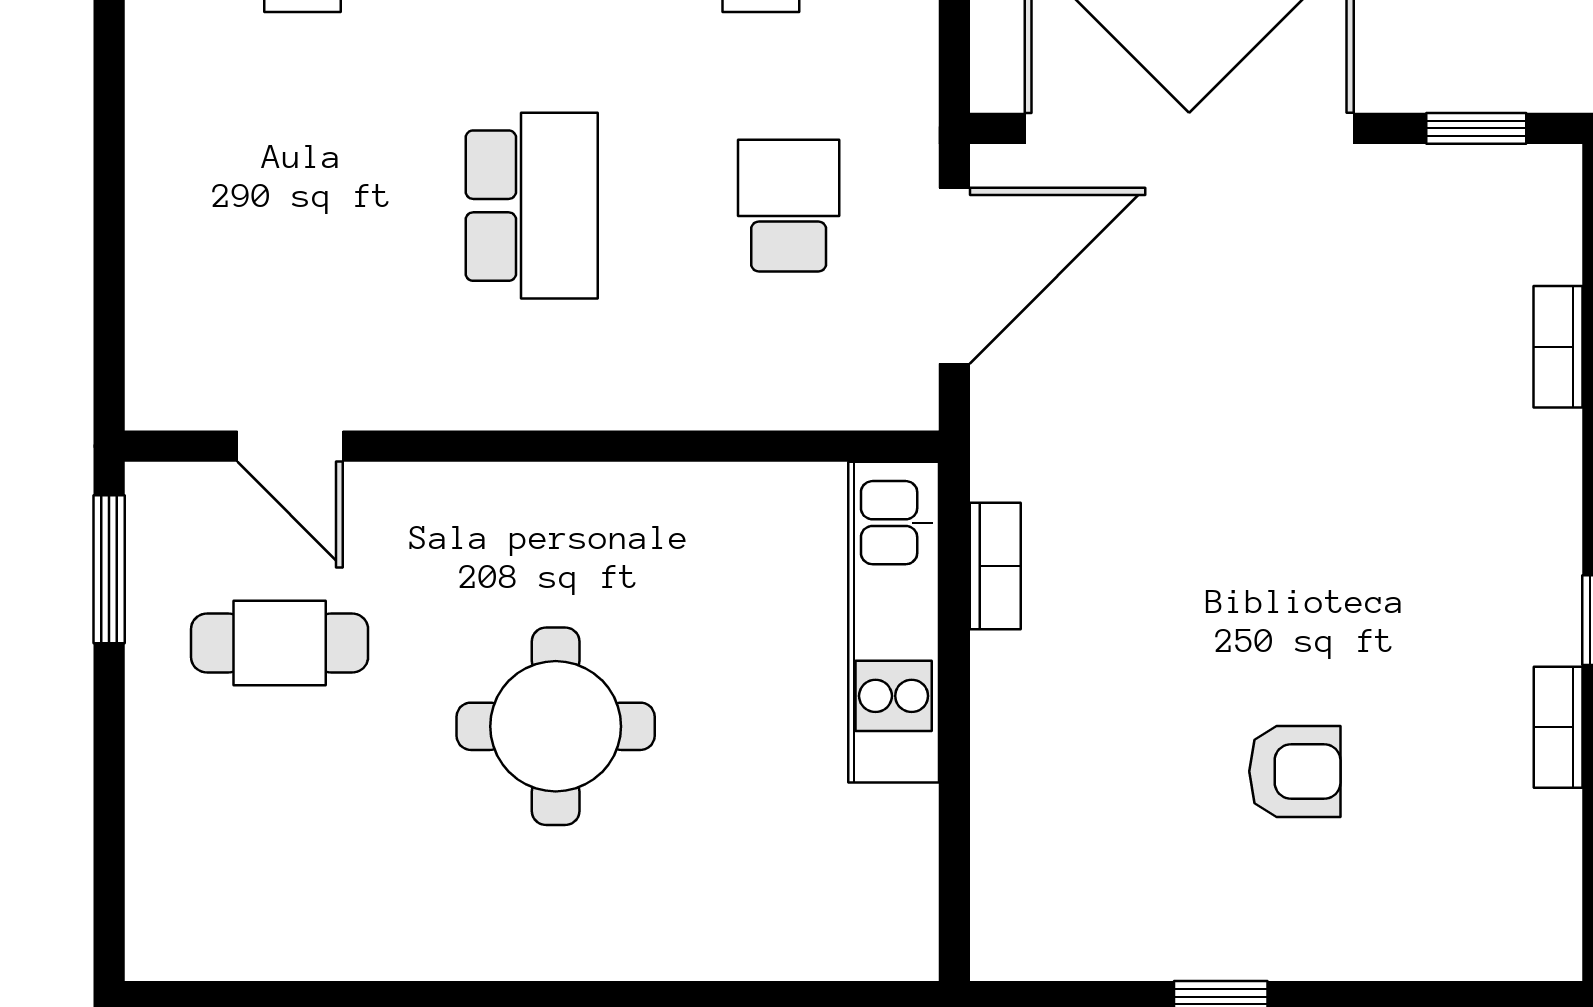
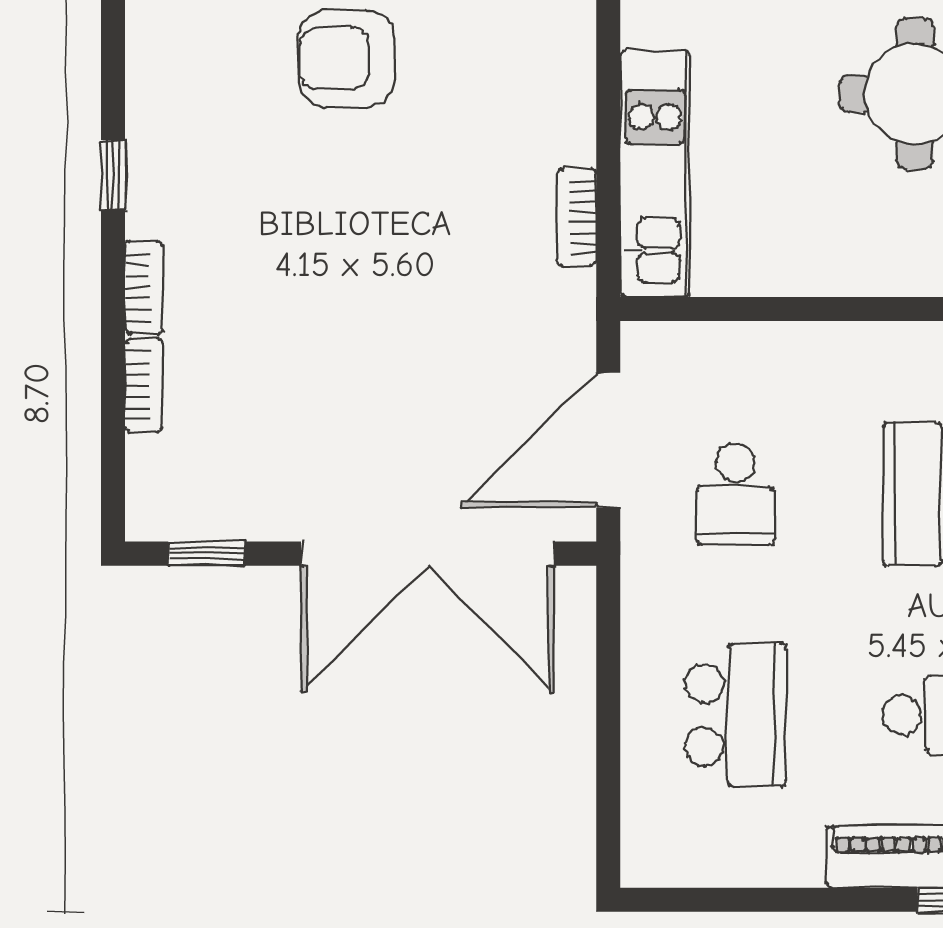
bookcase: (1558, 727) -> (144, 287), moved
armchair: (1295, 771) -> (346, 59), width x1.38, depth x1.38

